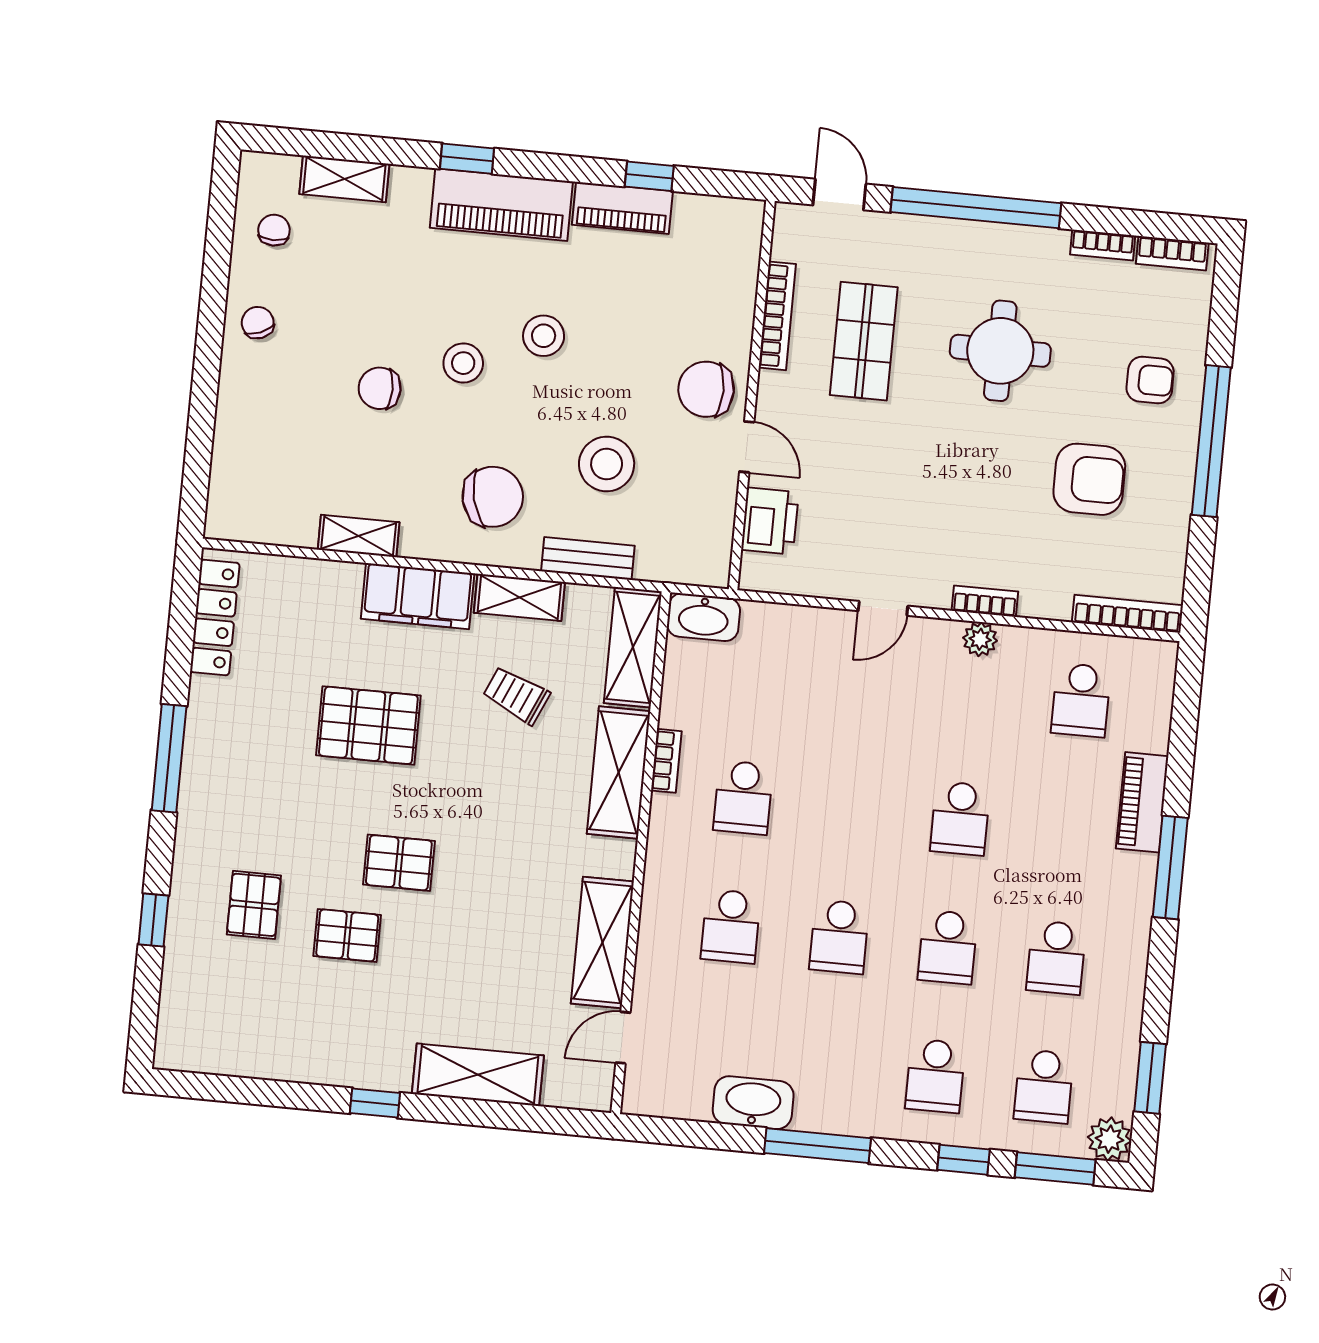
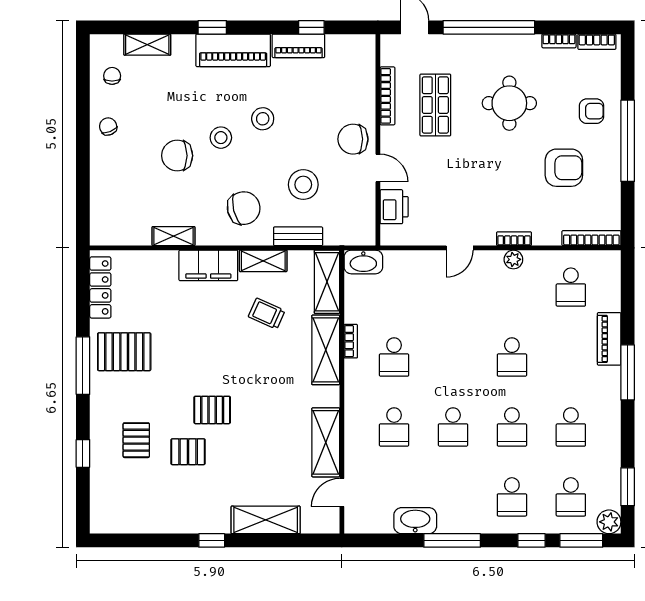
chair: (380, 388) -> (177, 156), width x1.37, depth x1.37
pallet: (368, 725) -> (124, 352), moved

